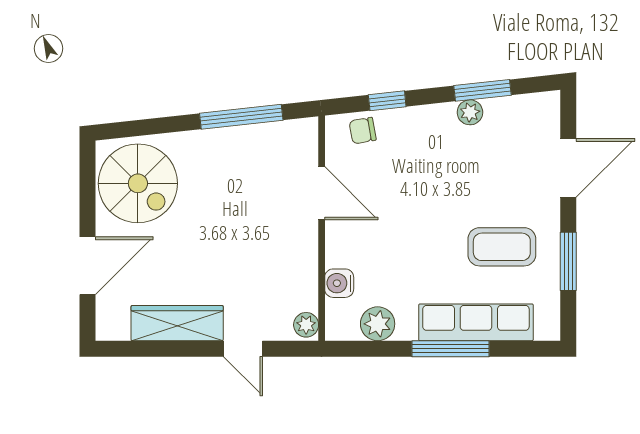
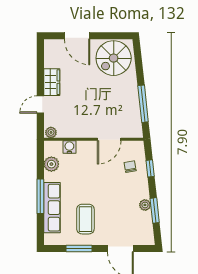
chair: (363, 131) -> (130, 167), moved
wardrobe: (177, 323) -> (52, 82), width x0.67

